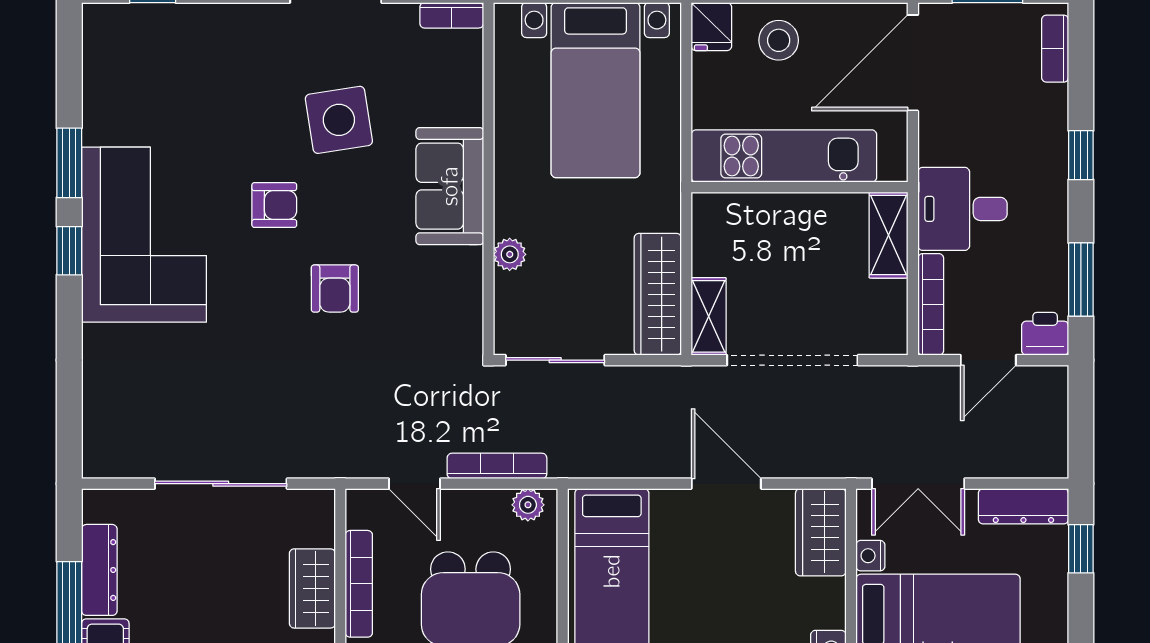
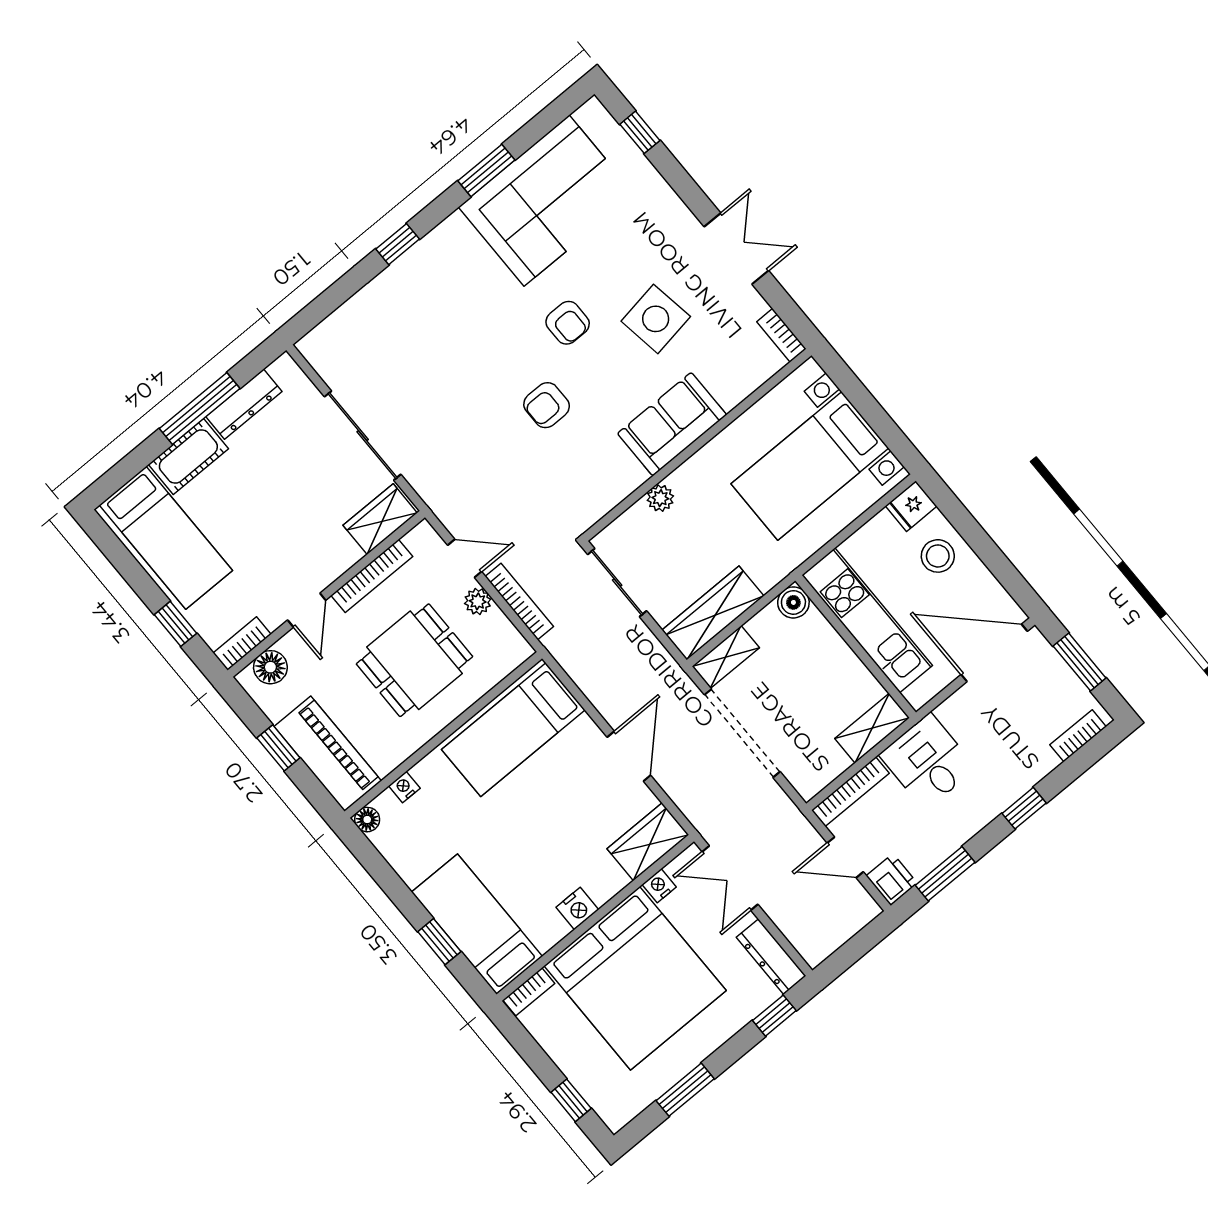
boiler: (710, 211) -> (793, 602), added
corner sofa: (144, 235) -> (547, 201), moved
window: (69, 251) -> (398, 244), moved
door: (414, 484) -> (465, 558), swing flipped
plant: (528, 505) -> (478, 601), moved
wardrobe: (312, 588) -> (380, 519), moved

